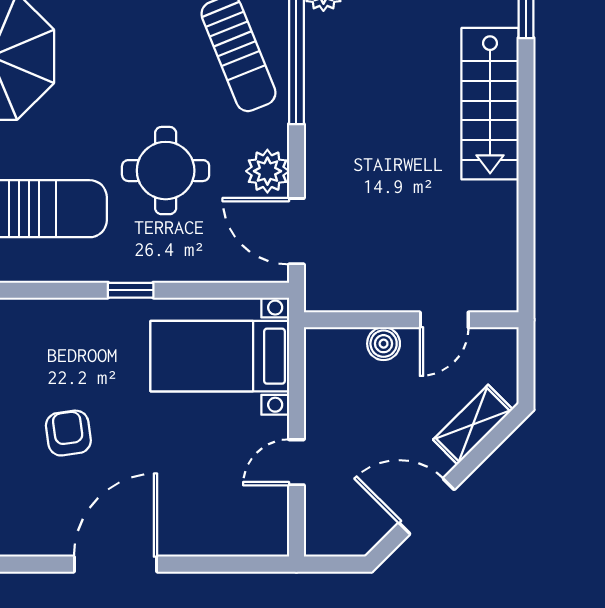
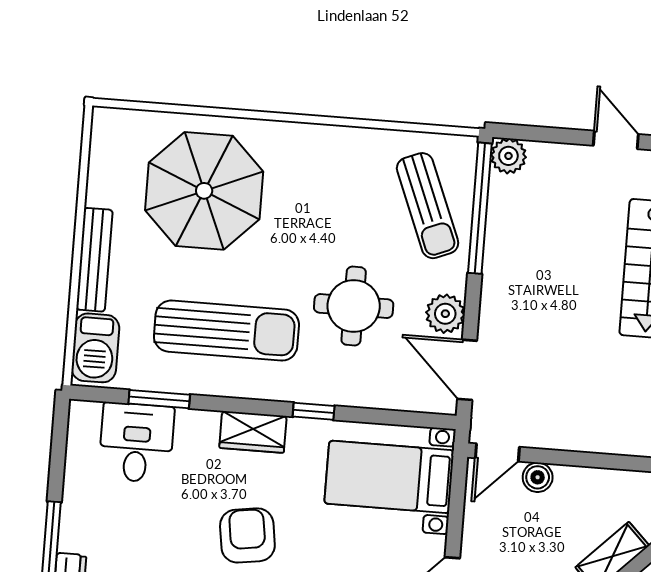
wardrobe: (65, 318) -> (253, 432), added
door: (444, 320) -> (497, 453), moved
armchair: (68, 433) -> (247, 535), width x1.38, depth x1.38

